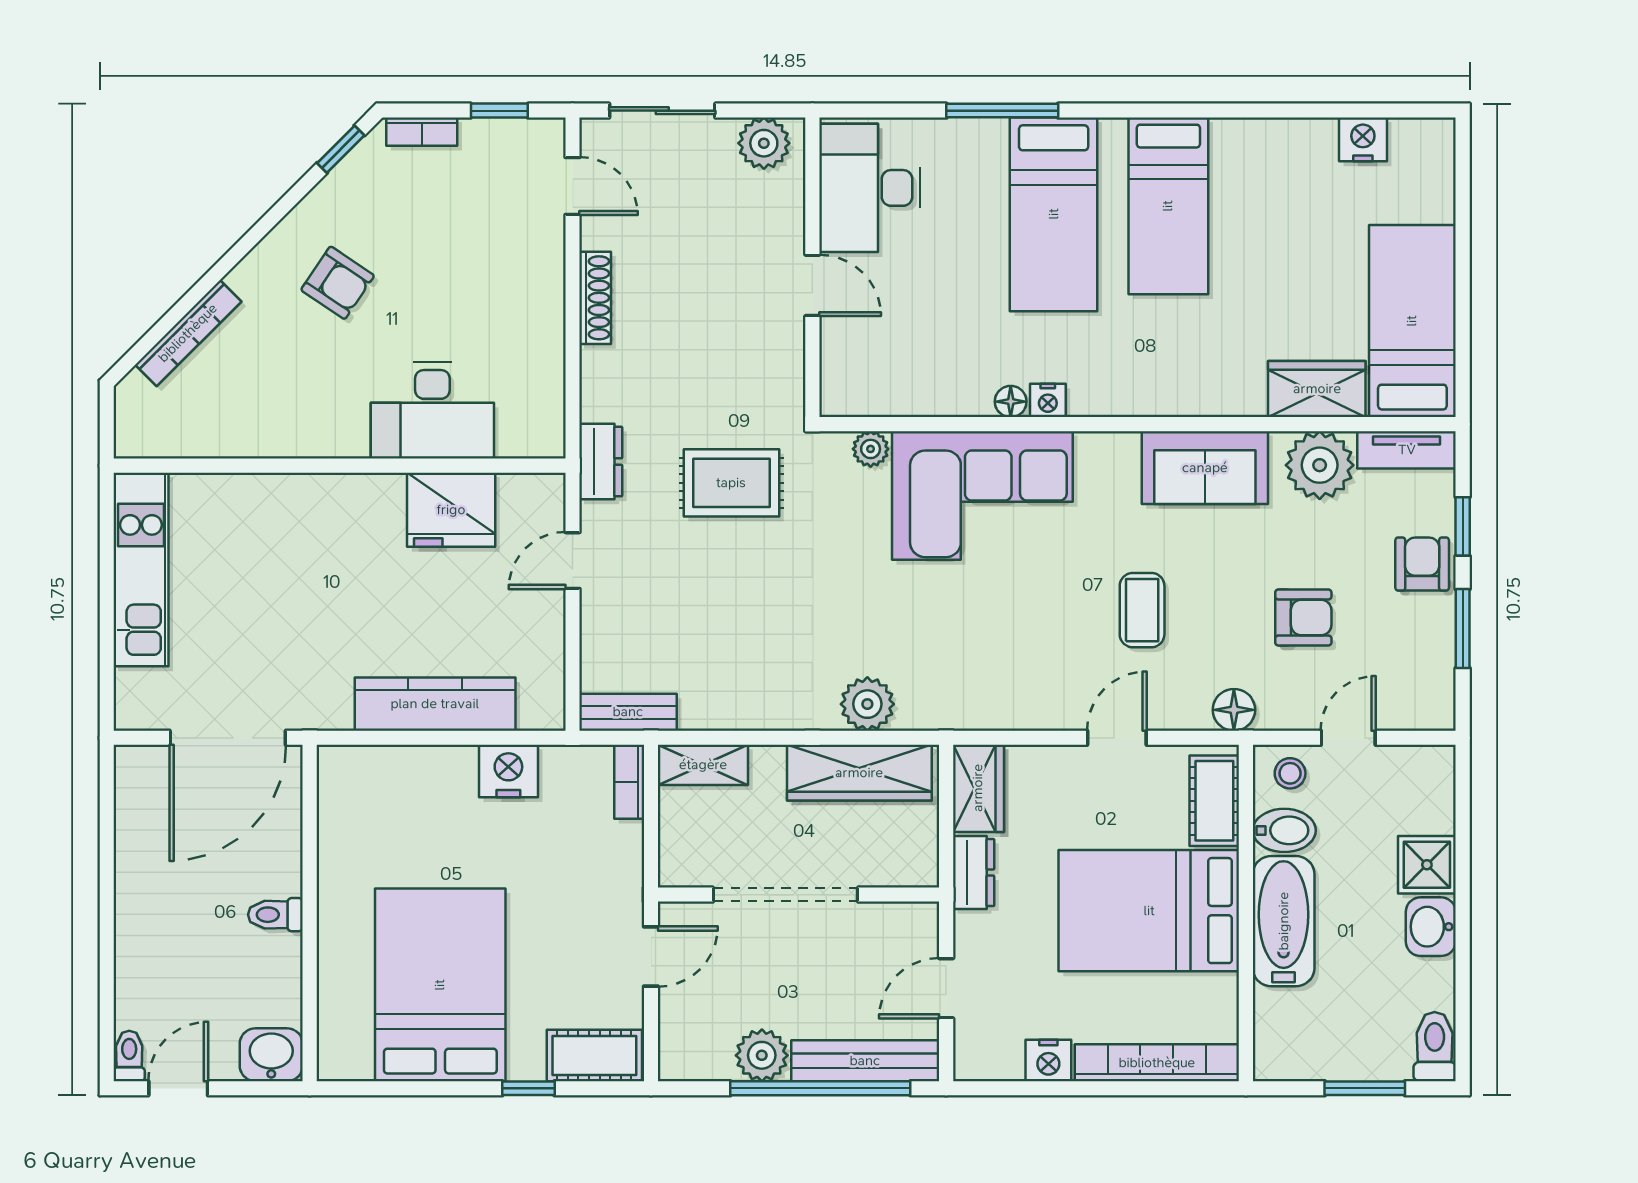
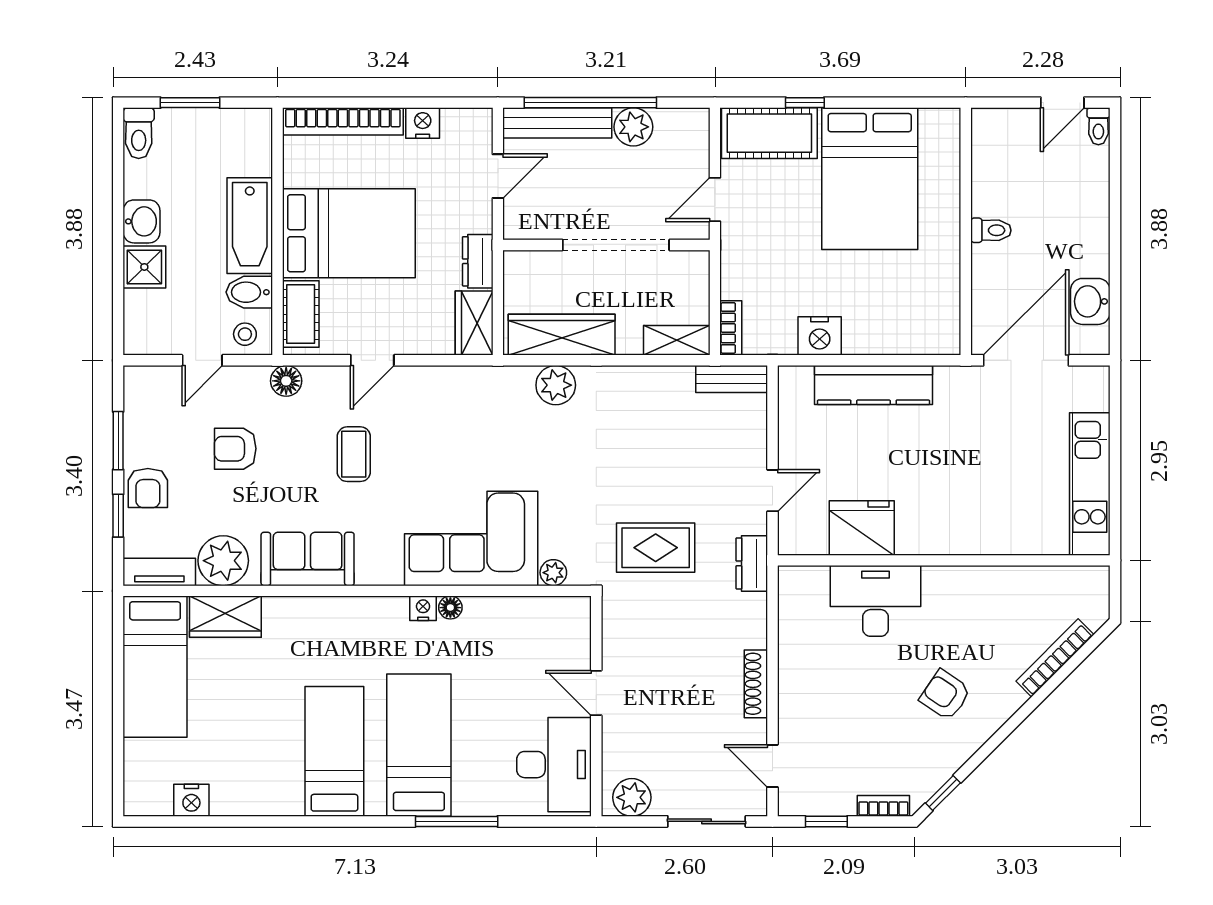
washbasin: (271, 1055) -> (1090, 301), moved, turned 90
cot: (594, 1056) -> (769, 133), width x1.37, depth x1.34

